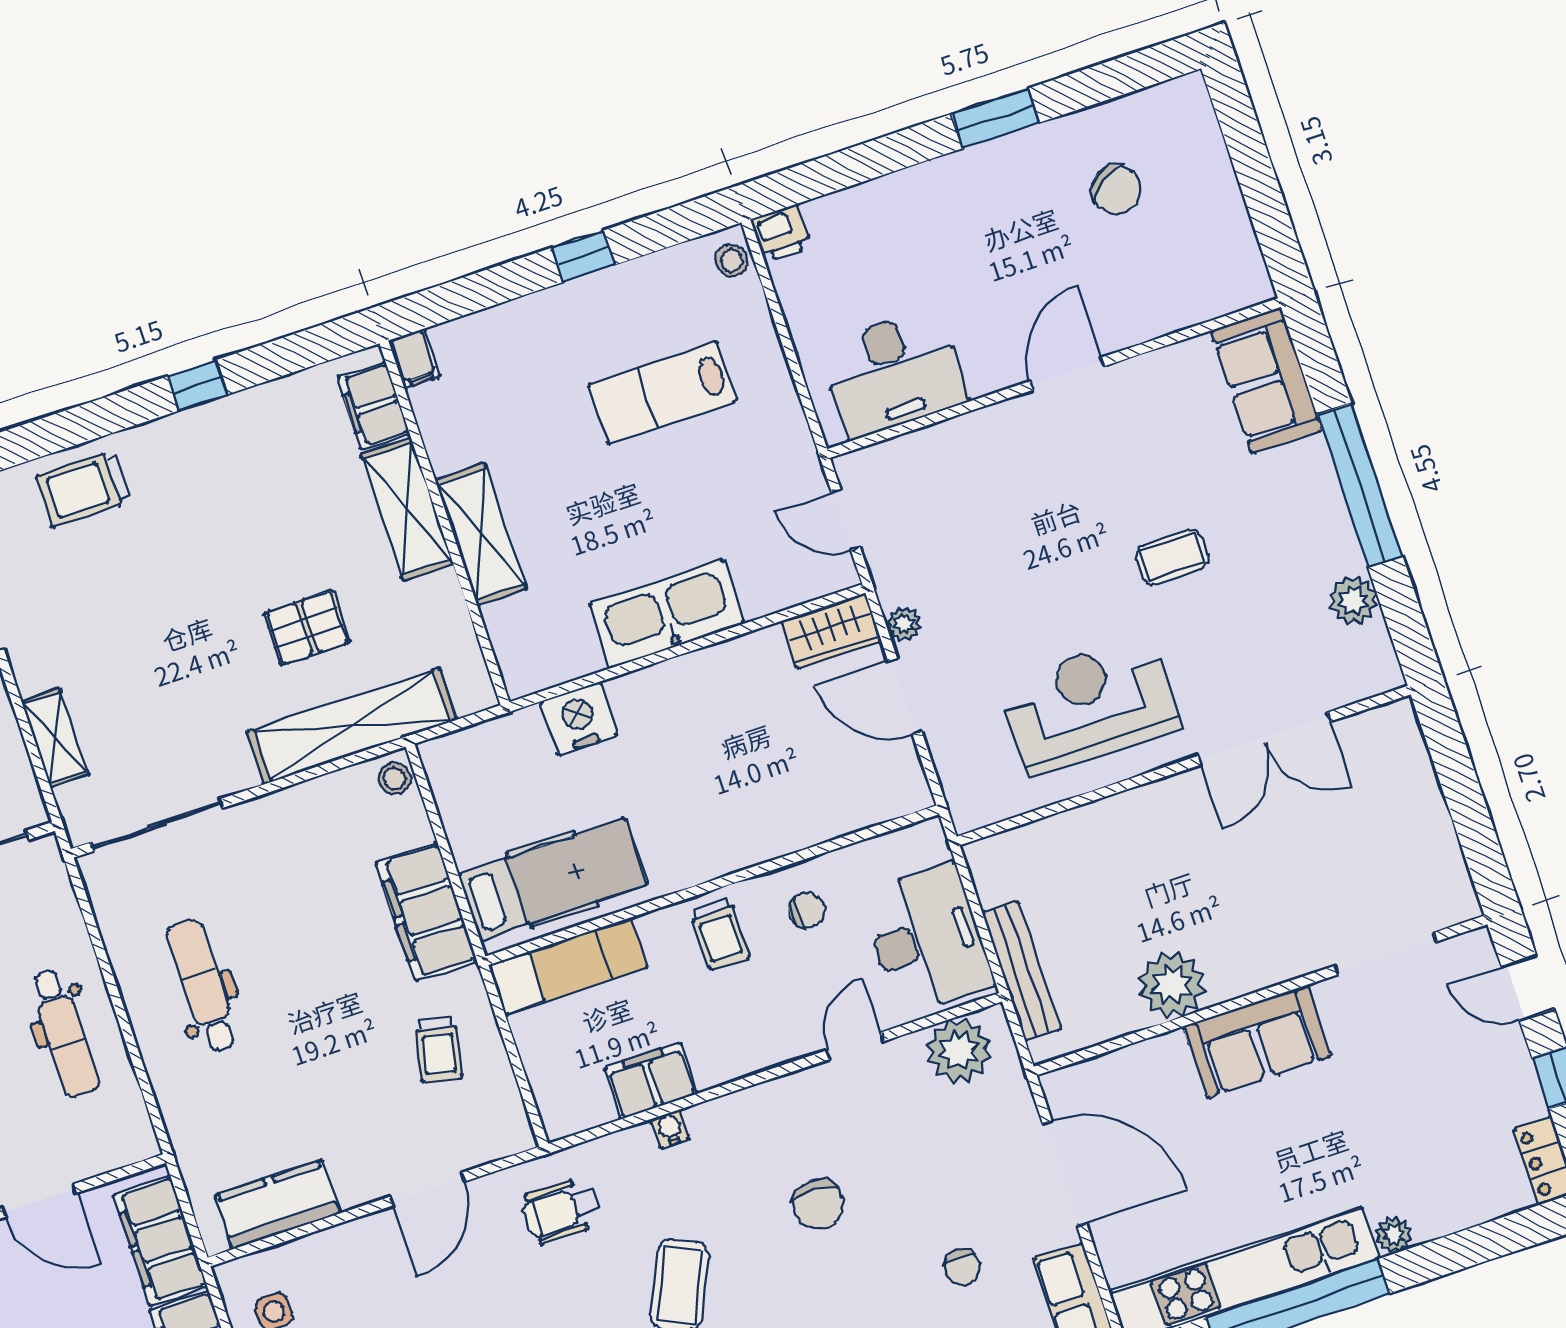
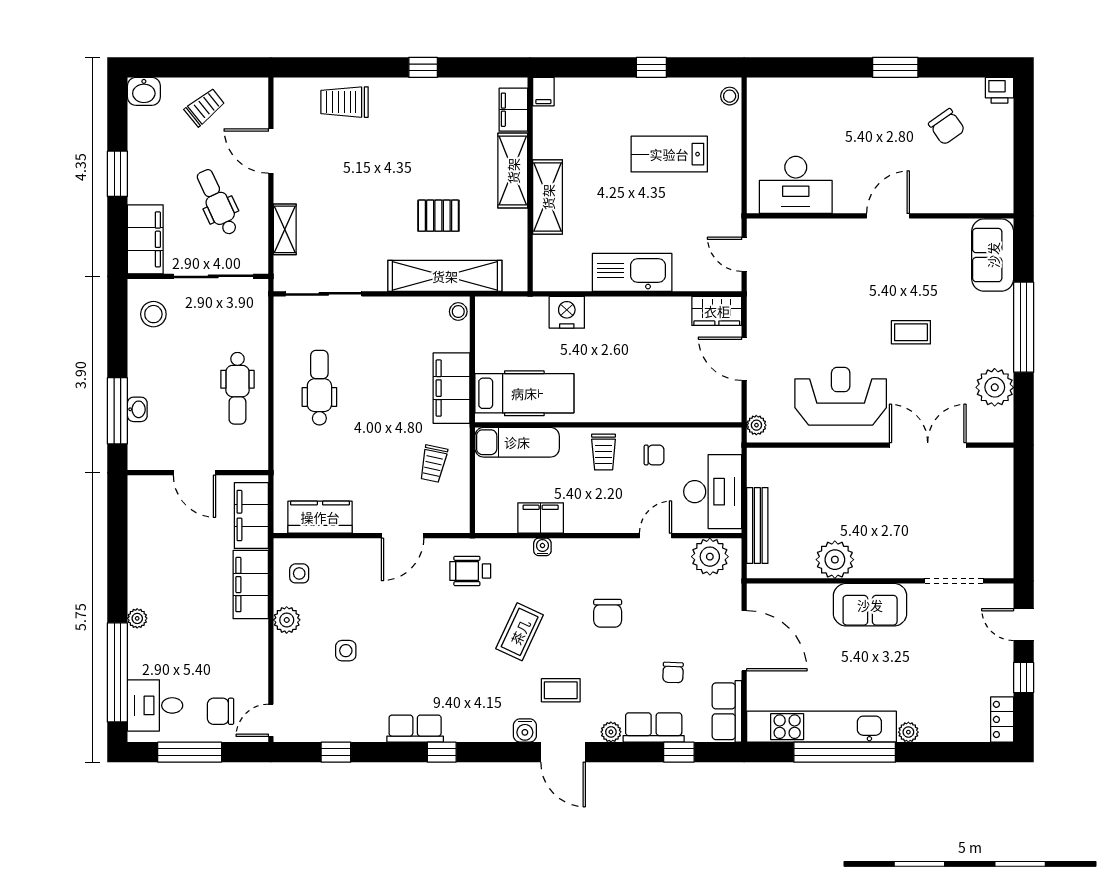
printer: (781, 233) -> (999, 90), moved
plant: (1353, 600) -> (995, 387), width x1.36, depth x1.36
plant: (904, 624) -> (756, 425), moved
double door: (1264, 739) -> (928, 445), swing flipped

